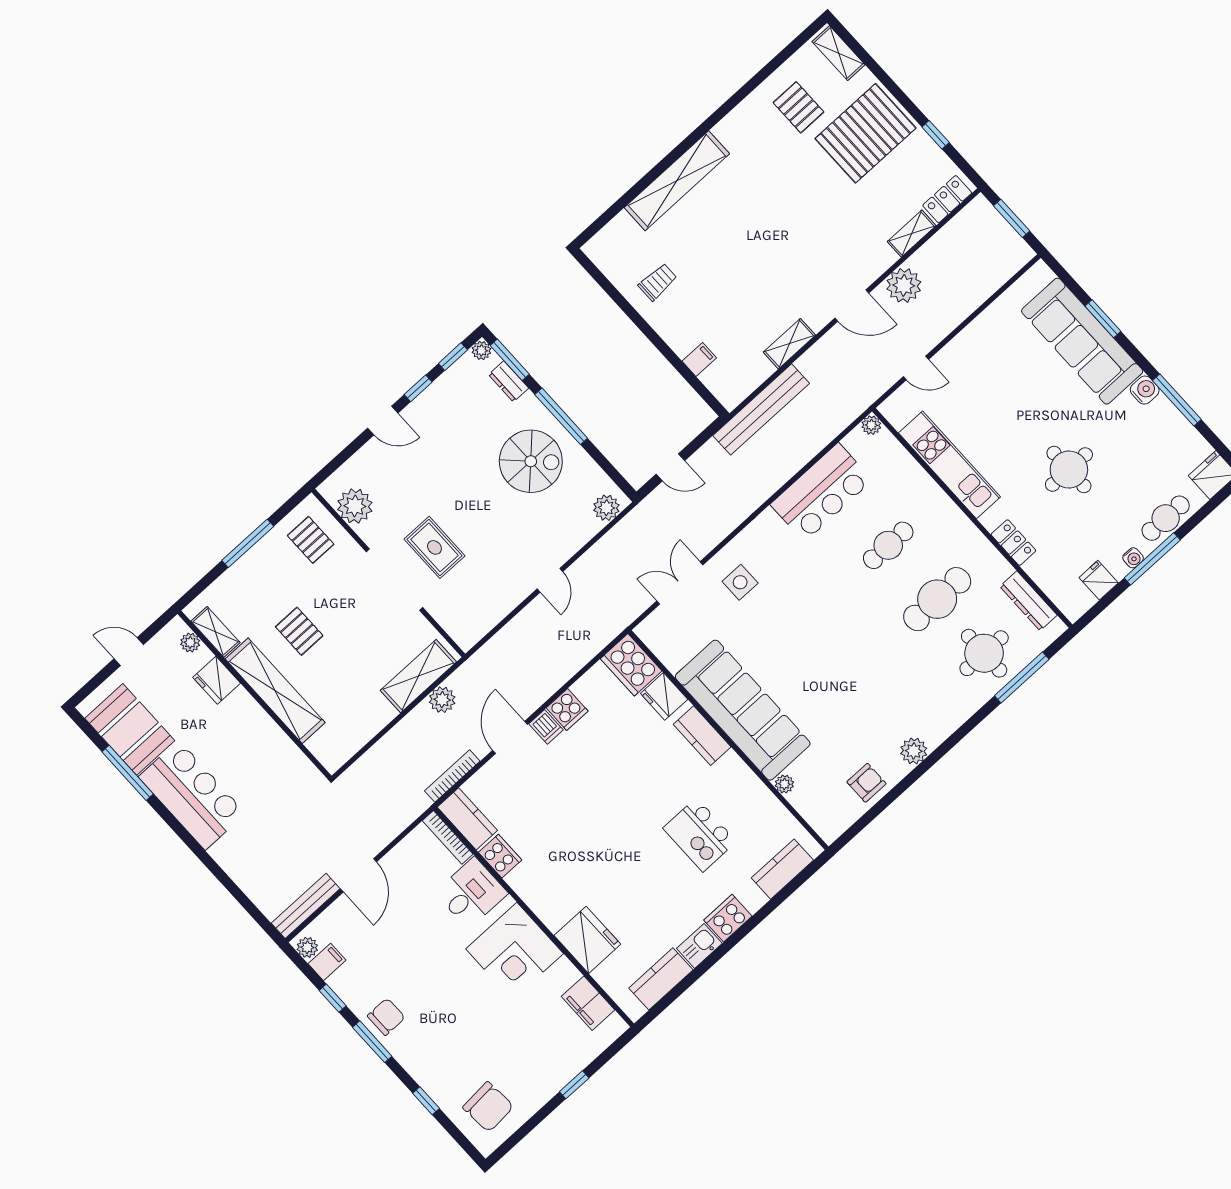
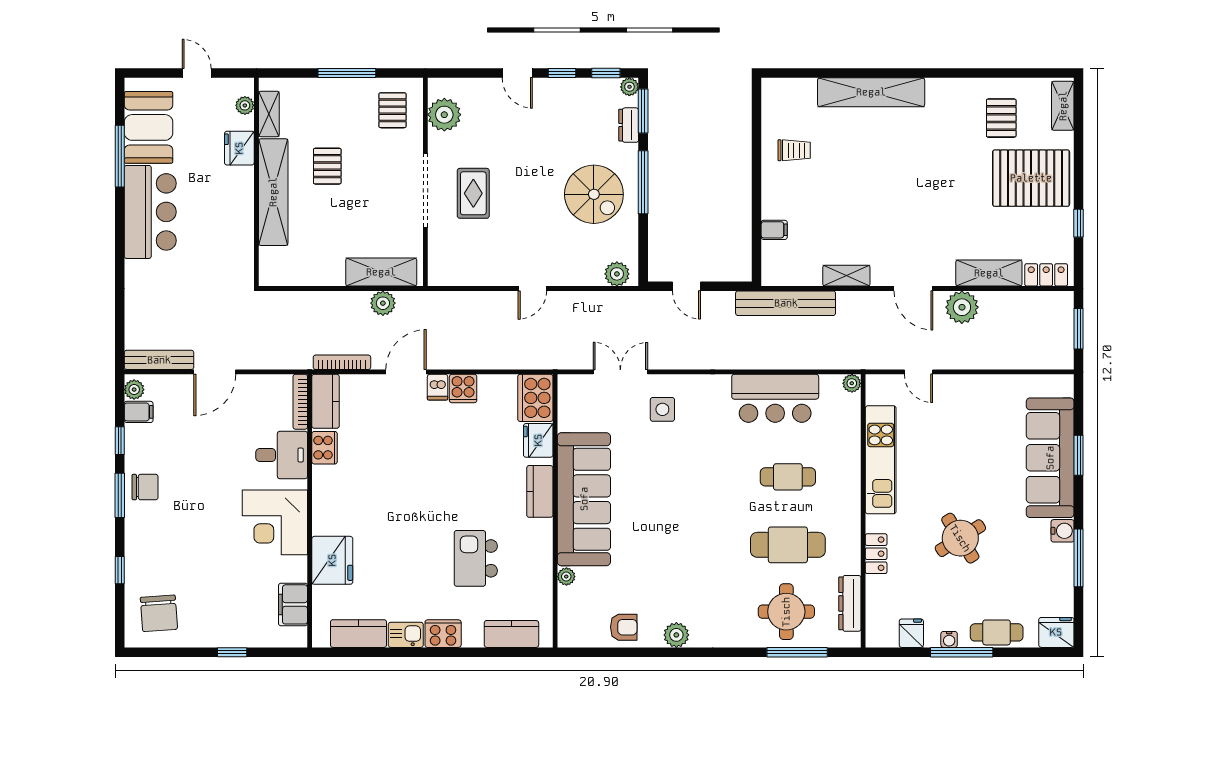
shelving: (912, 234) -> (989, 273), width x1.50, depth x1.33
round table: (1069, 470) -> (960, 538), turned -32

